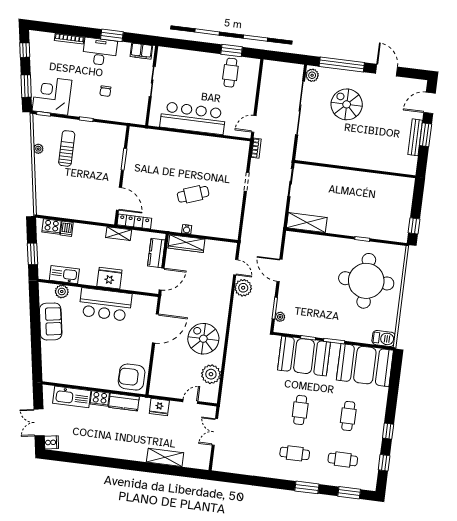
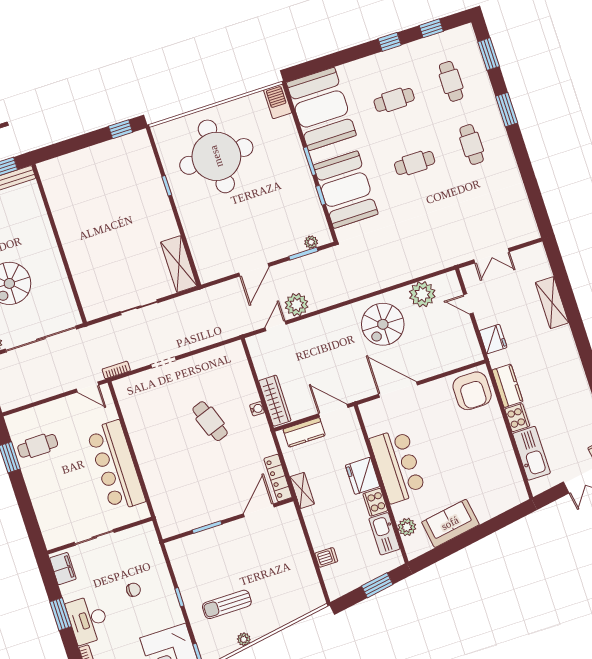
wall: (355, 169) -> (59, 244), moved
cooker: (52, 226) -> (375, 502), moved, turned 180

